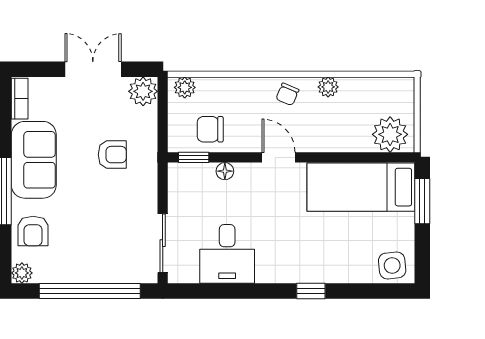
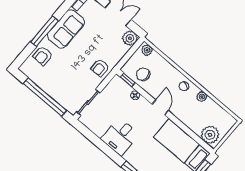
armchair: (112, 155) -> (100, 68), moved, turned 90
desk: (227, 254) -> (120, 137), moved
plant: (22, 273) -> (25, 68), removed

